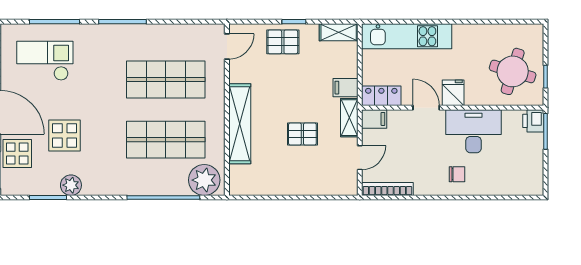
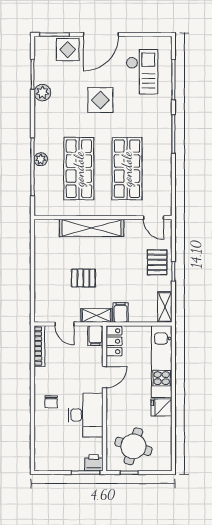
fridge: (453, 93) -> (161, 407), moved, turned 180
pallet: (302, 134) -> (83, 278), turned 90
display table: (65, 135) -> (100, 100), moved
plant: (204, 180) -> (41, 159), moved, width x0.53, depth x0.53

